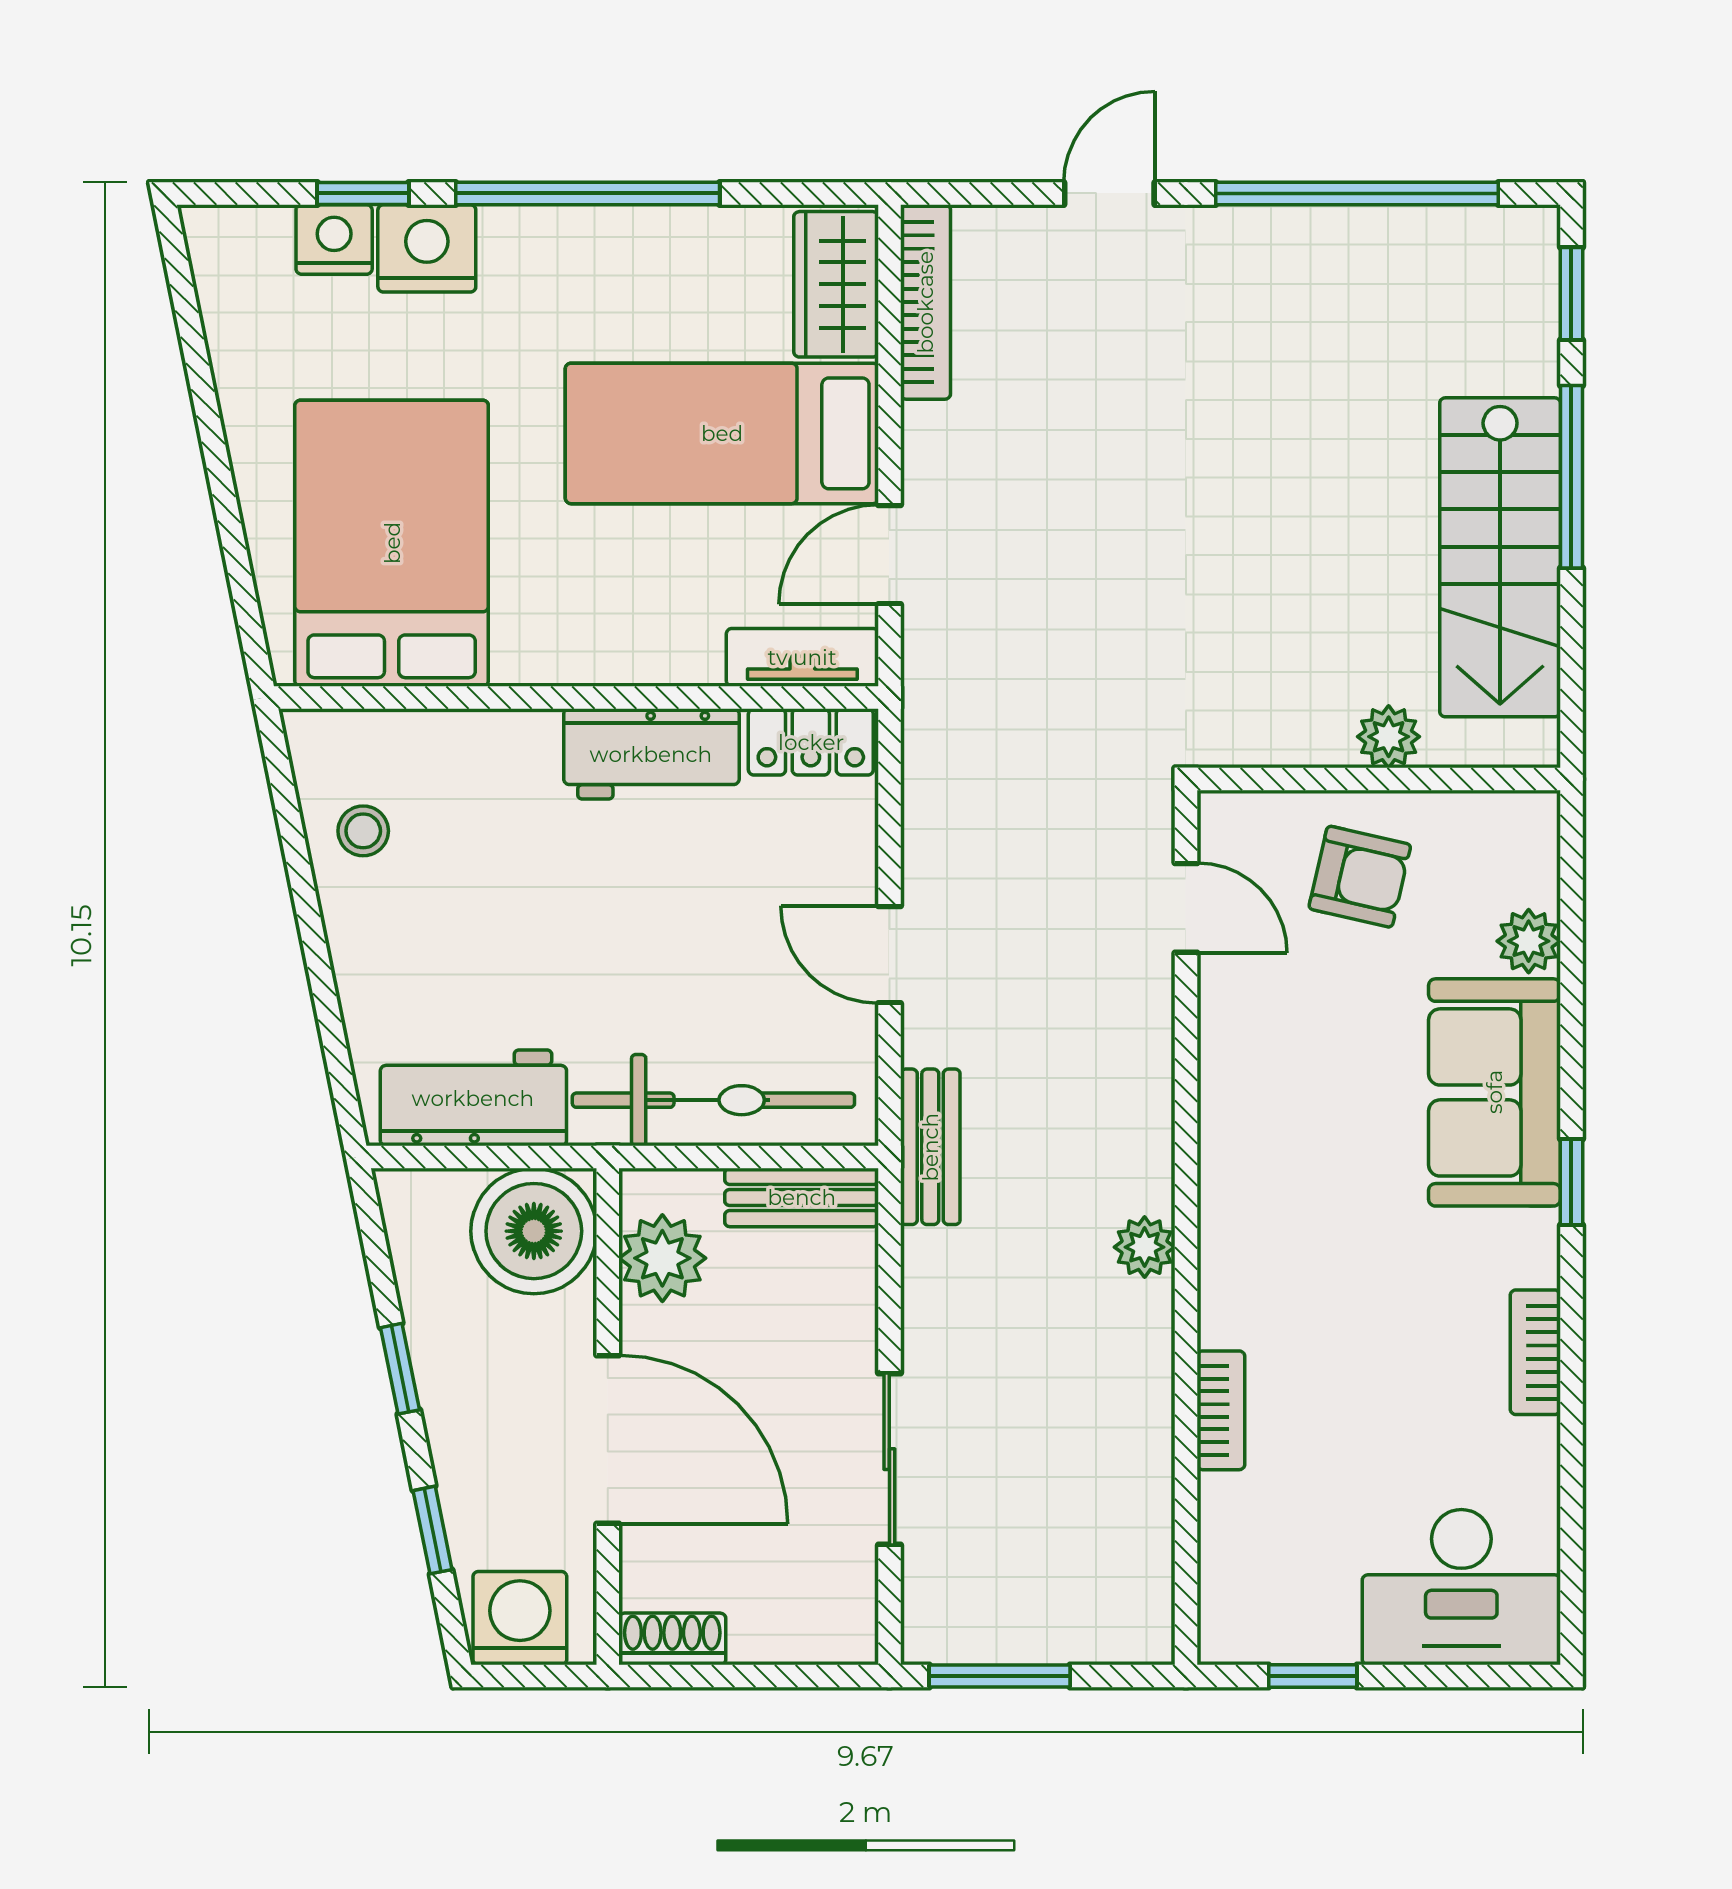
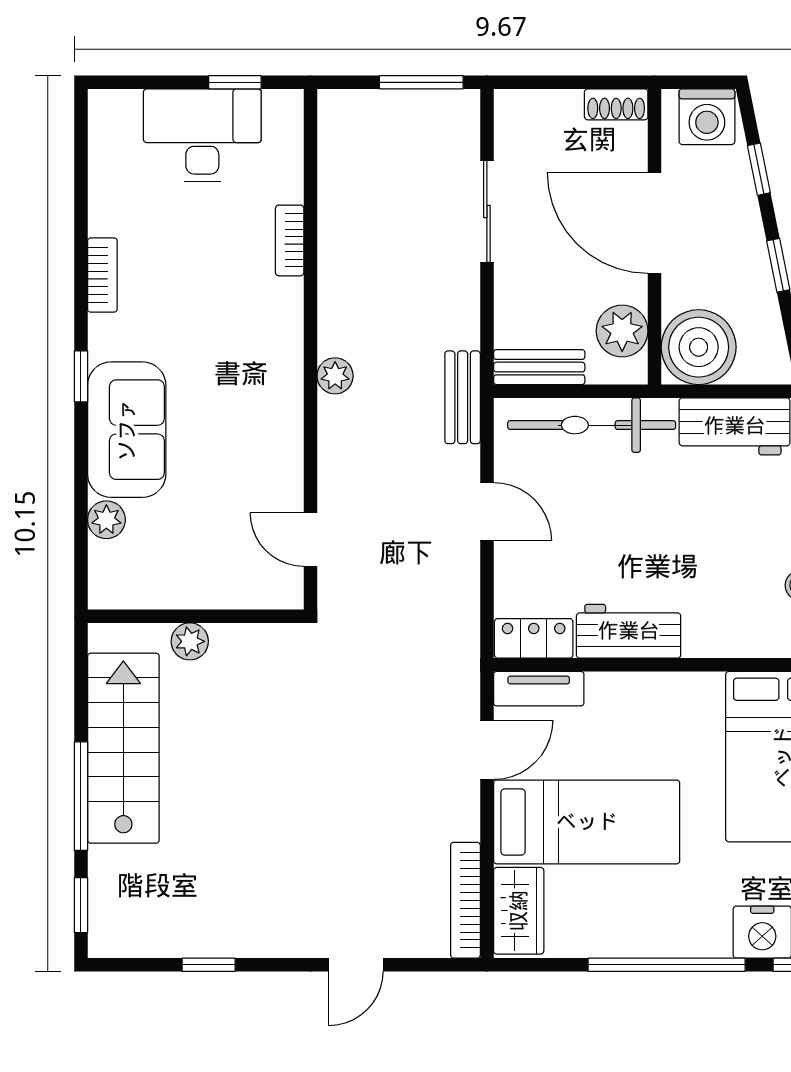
window: (1357, 193) -> (209, 965), width x0.32
armchair: (1360, 877) -> (207, 558), removed
plant: (1145, 1247) -> (335, 376), moved
desk: (1461, 1587) -> (202, 135), moved

